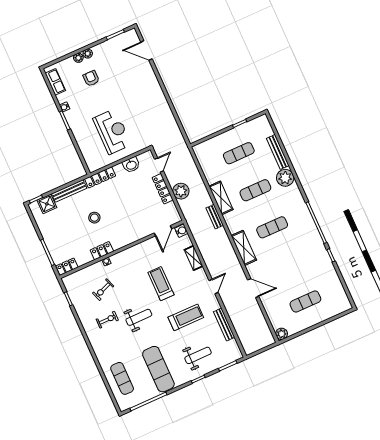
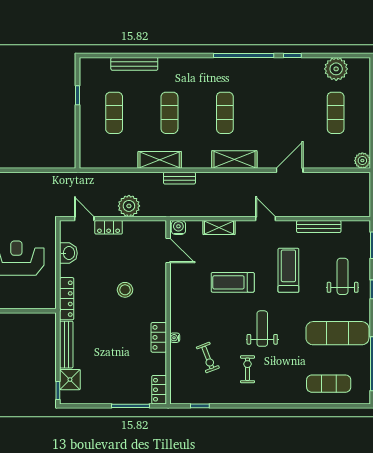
plant: (285, 178) -> (336, 69), moved
locker: (163, 189) -> (109, 227), width x0.66
stool: (94, 218) -> (125, 290), moved

